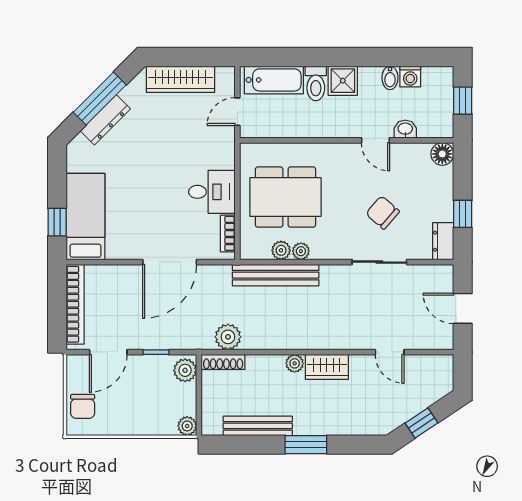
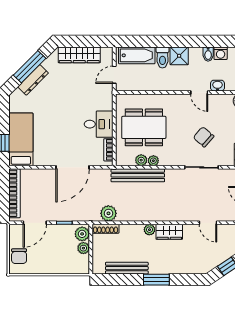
plant: (187, 426) -> (83, 248), moved

